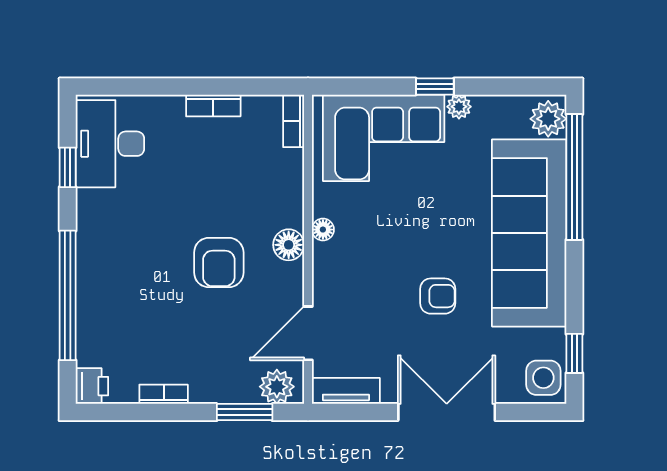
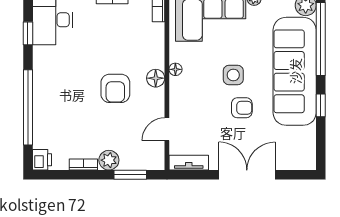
door: (308, 333) -> (167, 129), width x0.73
window: (574, 353) -> (321, 105), moved
side table: (543, 378) -> (233, 75), moved
plant: (277, 387) -> (109, 160), moved

